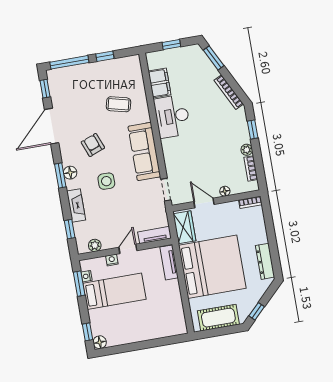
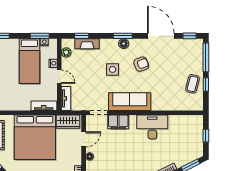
filing cabinet: (160, 83) -> (118, 122), moved
coffee table: (119, 104) -> (193, 84), moved
fireplace: (76, 206) -> (87, 44), moved

